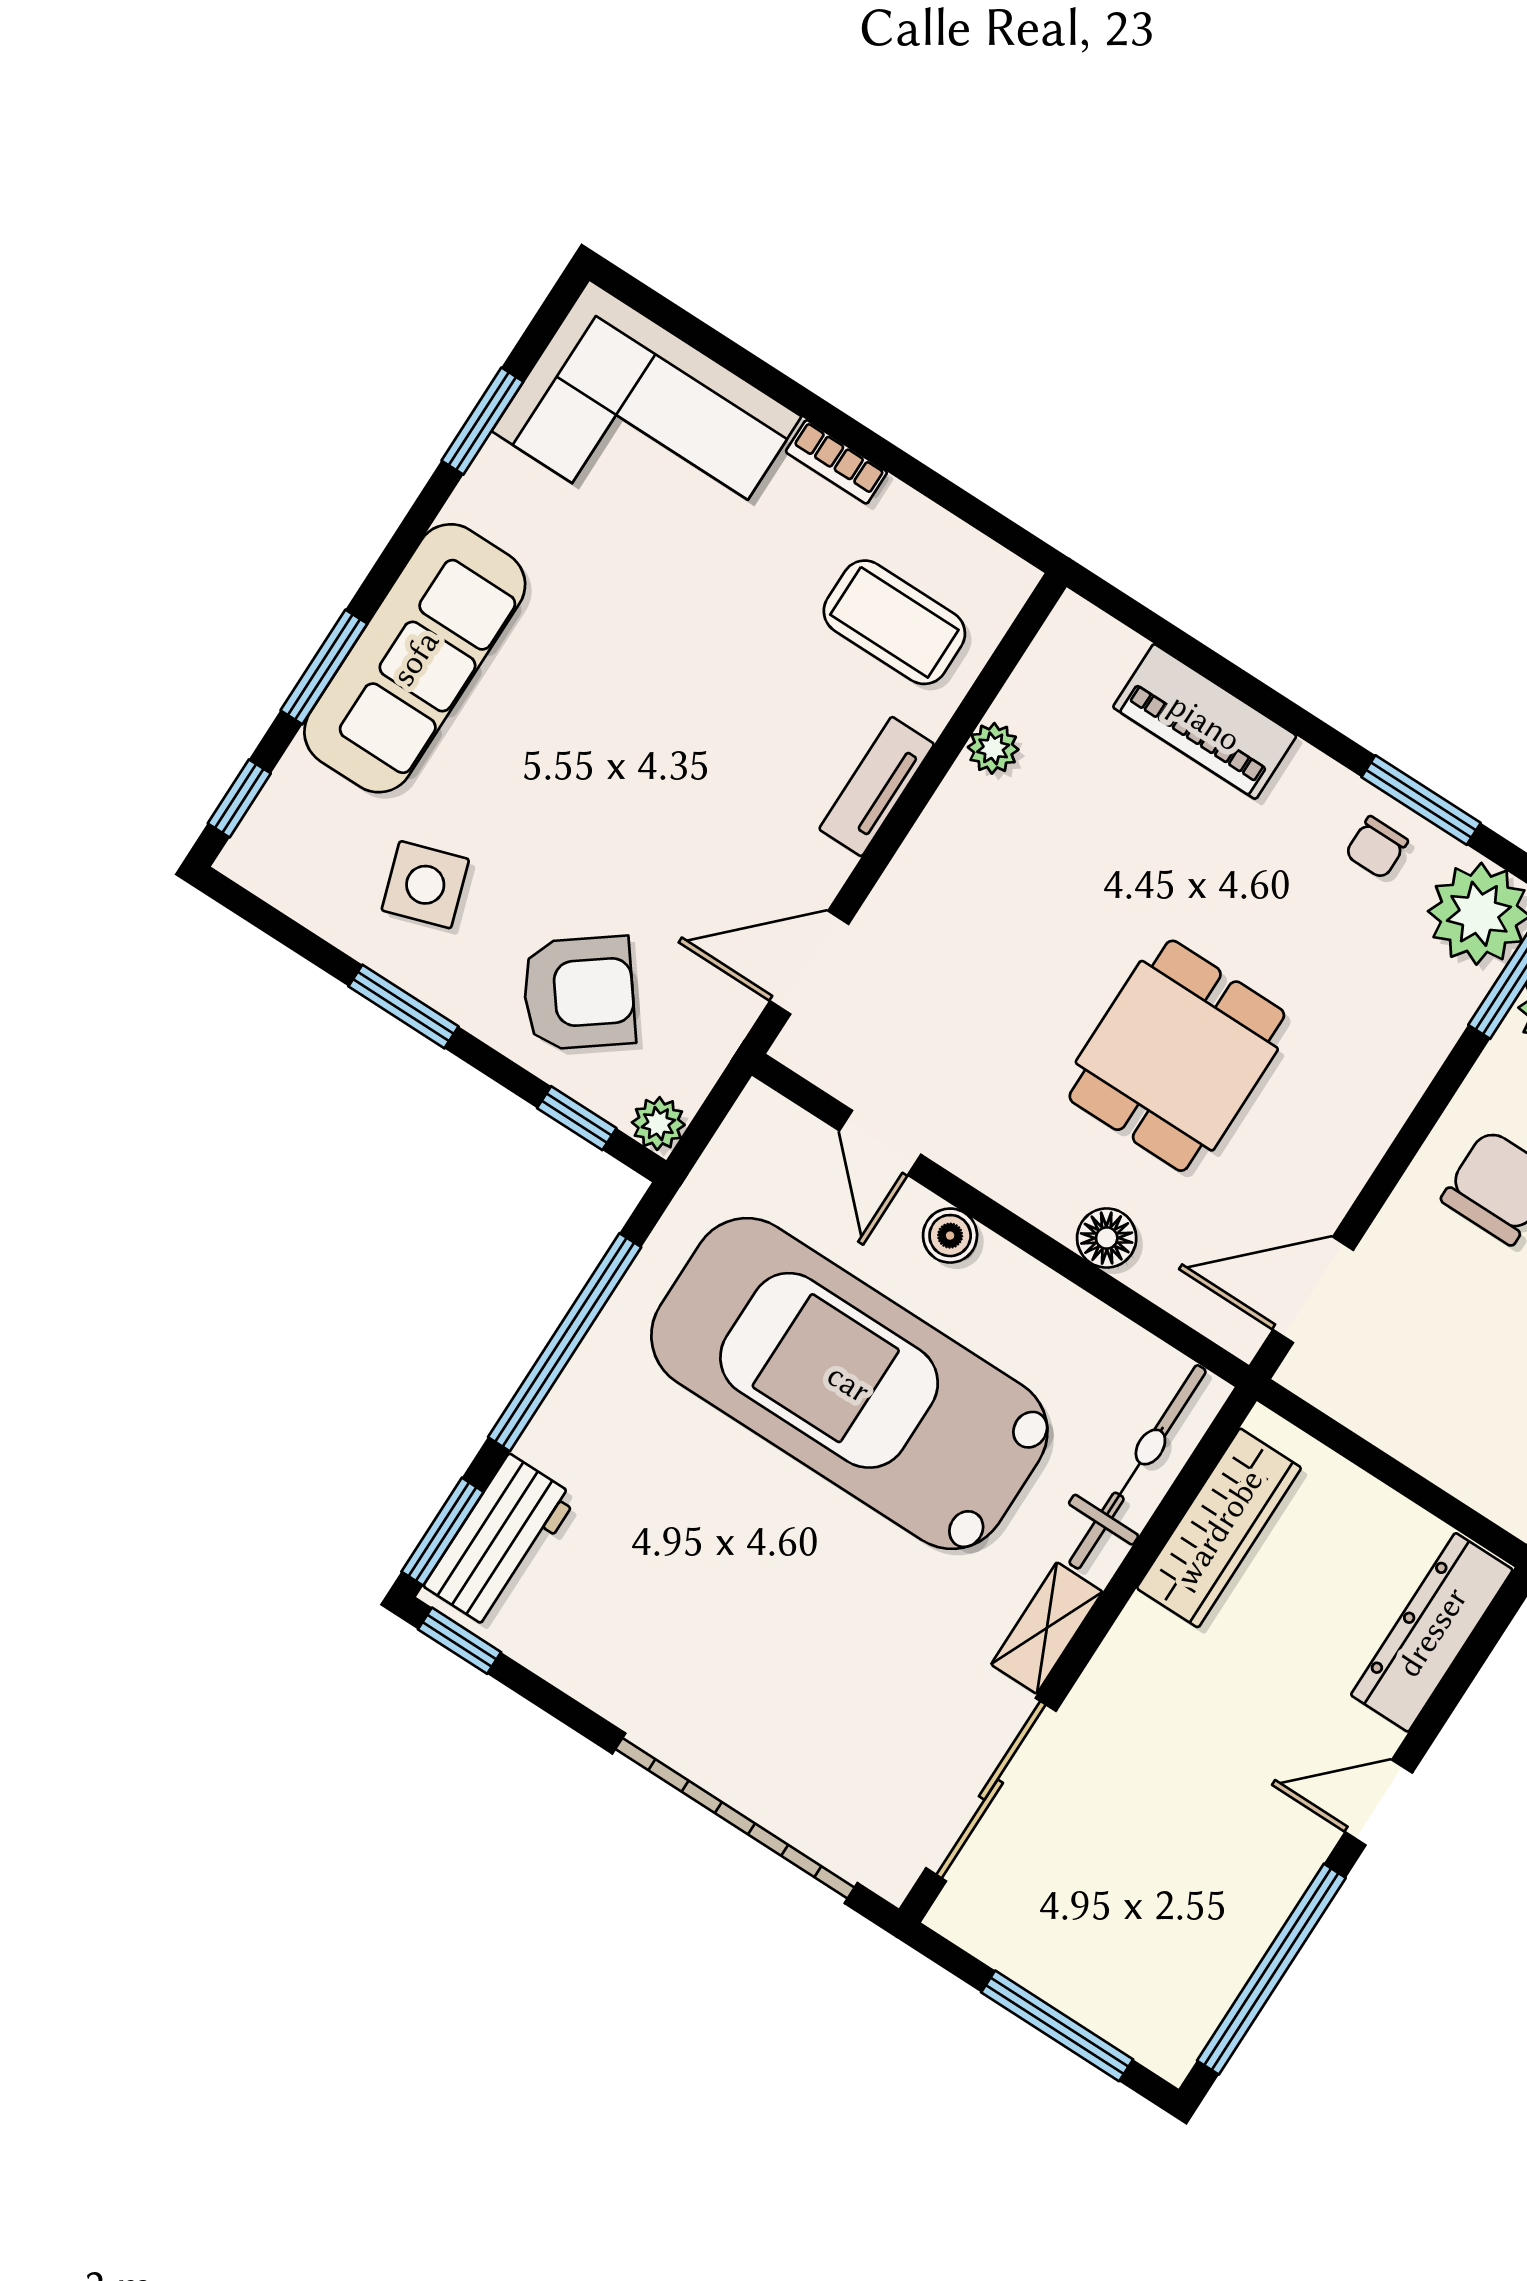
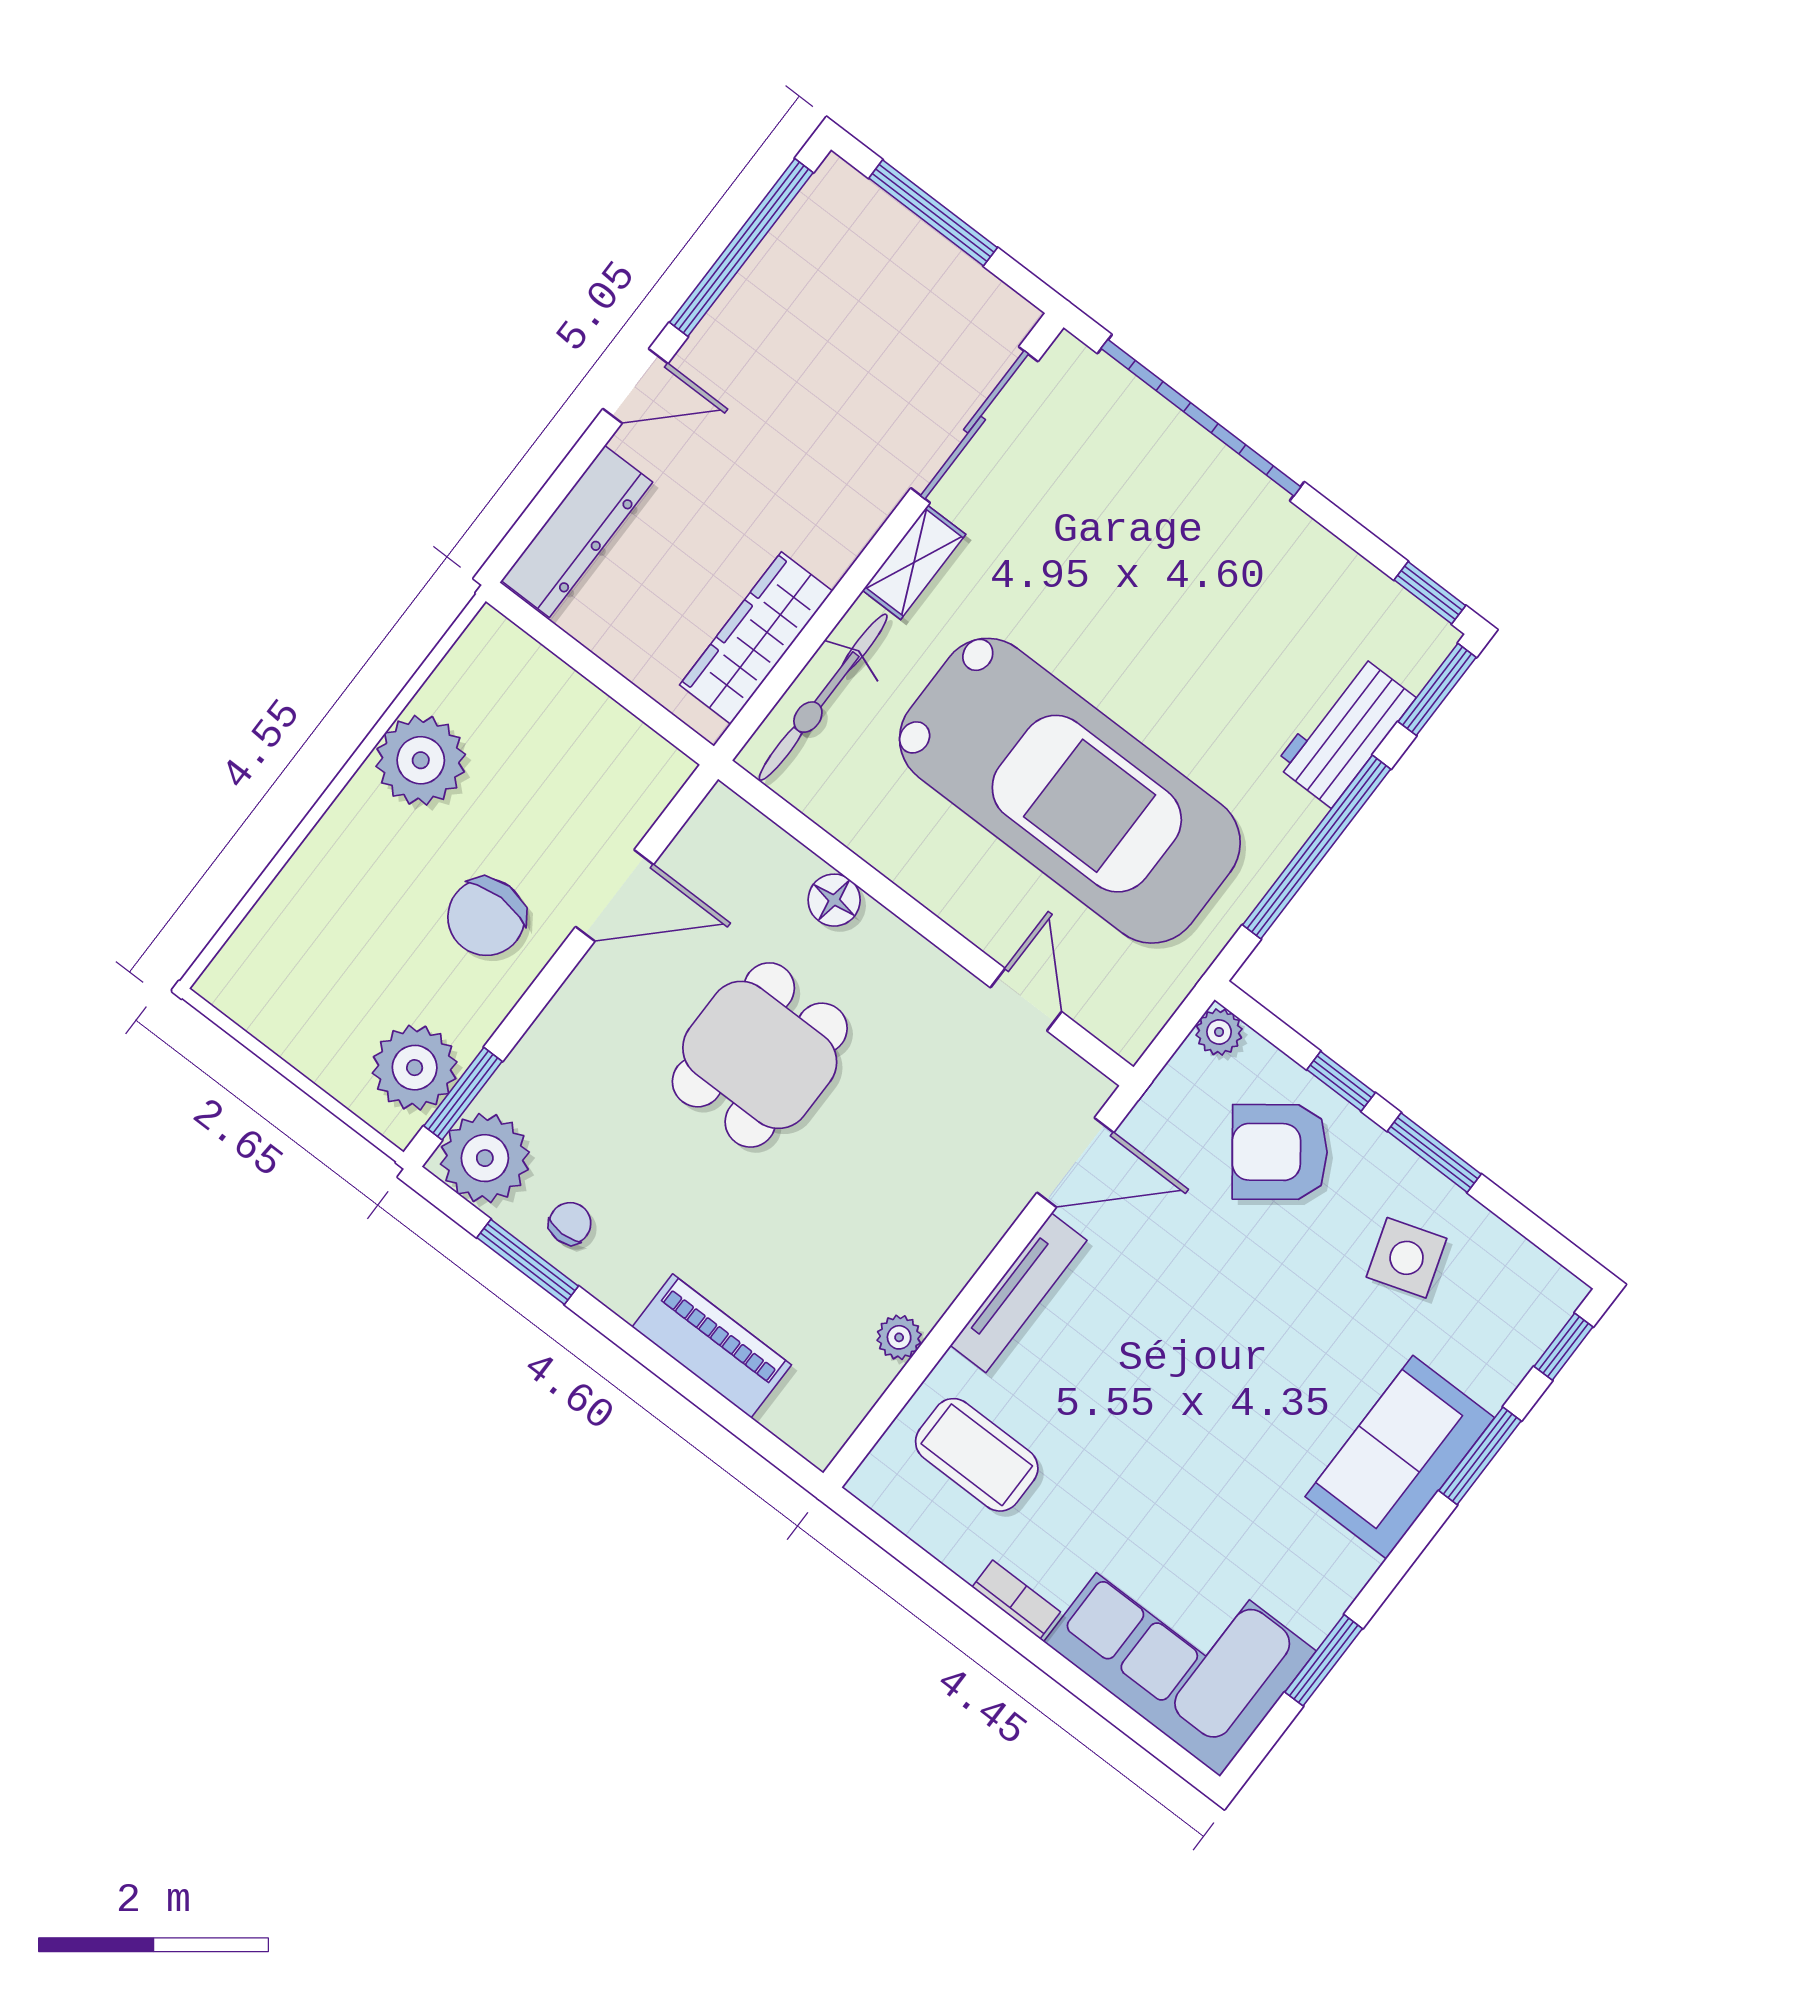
sofa: (415, 658) -> (1400, 1457), width x0.73
tv unit: (877, 787) -> (1019, 1293), width x1.41
window: (577, 1118) -> (1341, 1081), moved
boiler: (950, 1236) -> (971, 913), removed
door: (1313, 1290) -> (614, 896), moved
workbench: (500, 1542) -> (1345, 731), moved

